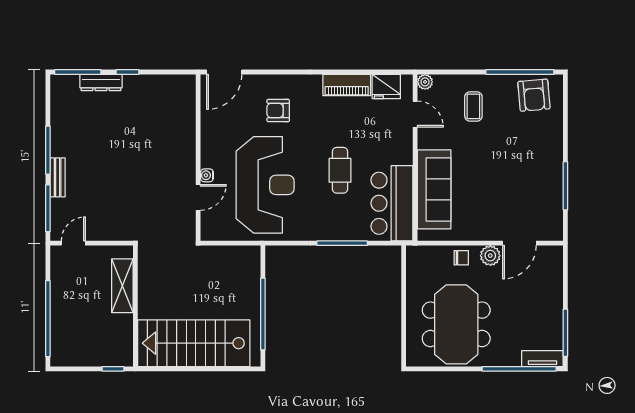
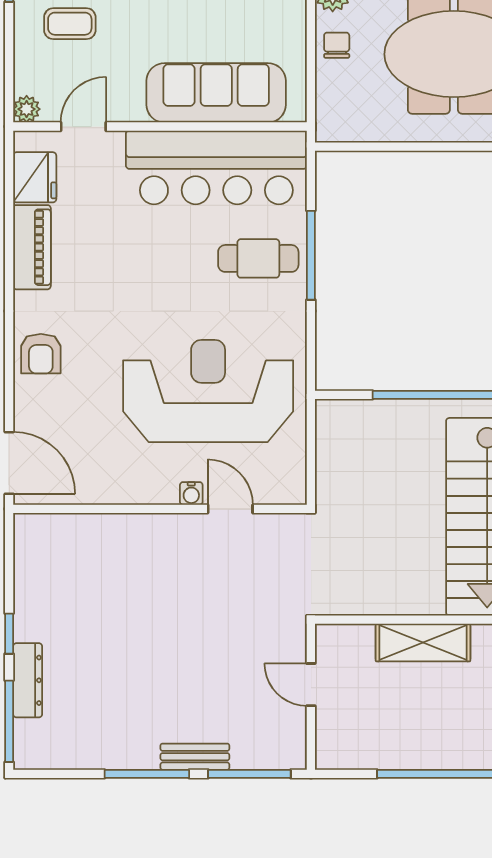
armchair: (278, 110) -> (41, 354), moved
cafe table: (340, 170) -> (258, 258), moved
bar counter: (392, 203) -> (216, 167), width x1.36
door: (73, 243) -> (311, 685), moved
shelving: (122, 286) -> (423, 643), moved

